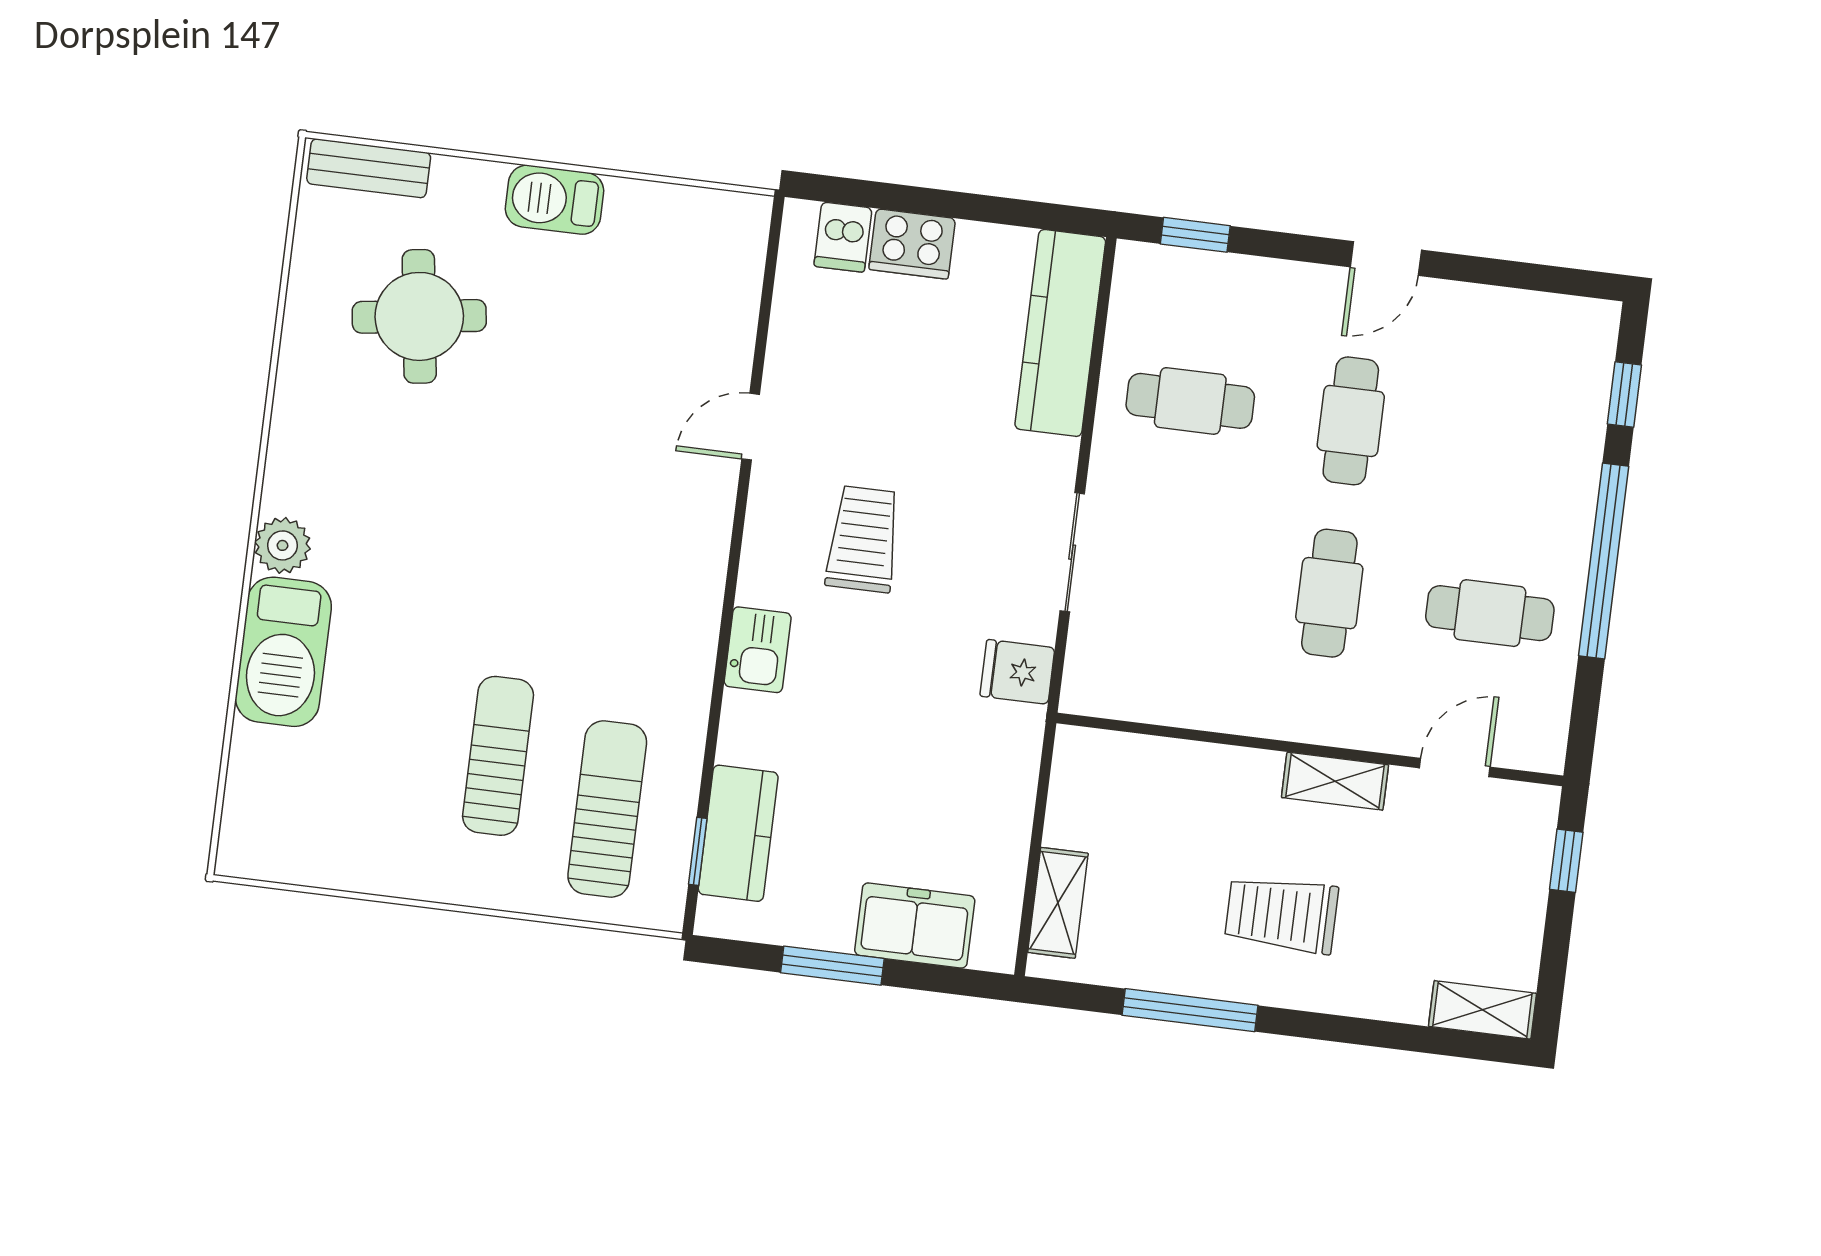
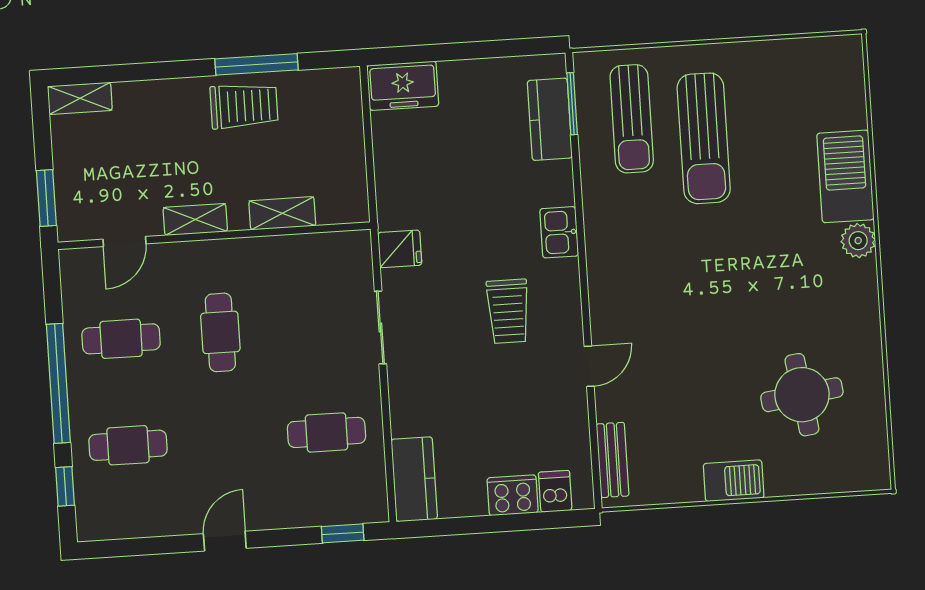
bench: (369, 168) -> (613, 460), moved, turned 90
kitchen counter: (1060, 333) -> (414, 479), width x0.67
cafe table: (1351, 421) -> (128, 445), moved, turned 90
sun lounger: (498, 756) -> (704, 138), width x1.36, depth x1.34
window: (698, 851) -> (572, 104), width x1.50
window: (1566, 861) -> (46, 198), width x1.50
shelving: (1058, 903) -> (282, 213), moved, turned 90
trolley: (1282, 914) -> (244, 106), moved
freezer: (915, 926) -> (403, 86), moved
window: (832, 966) -> (478, 50), removed

